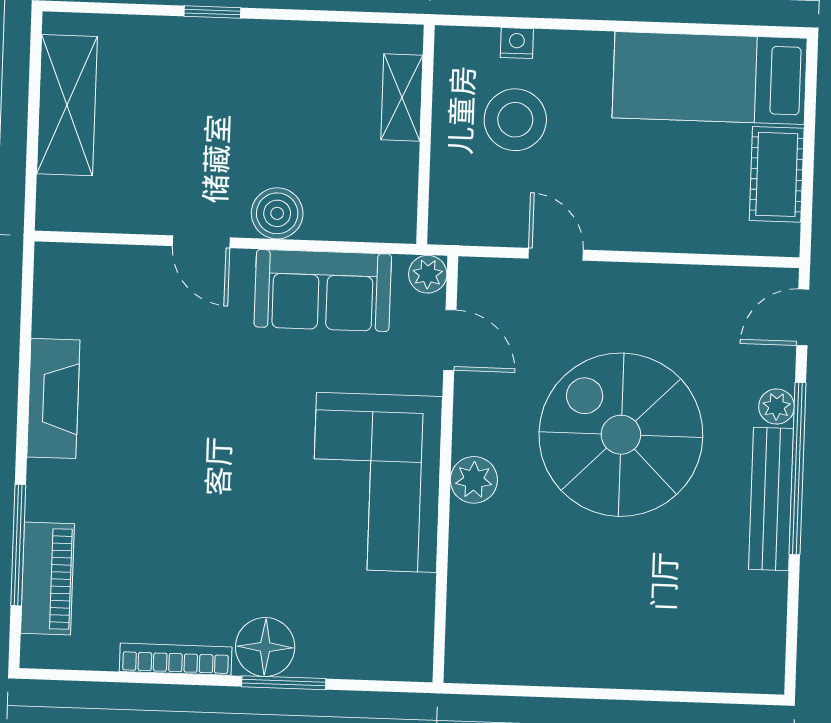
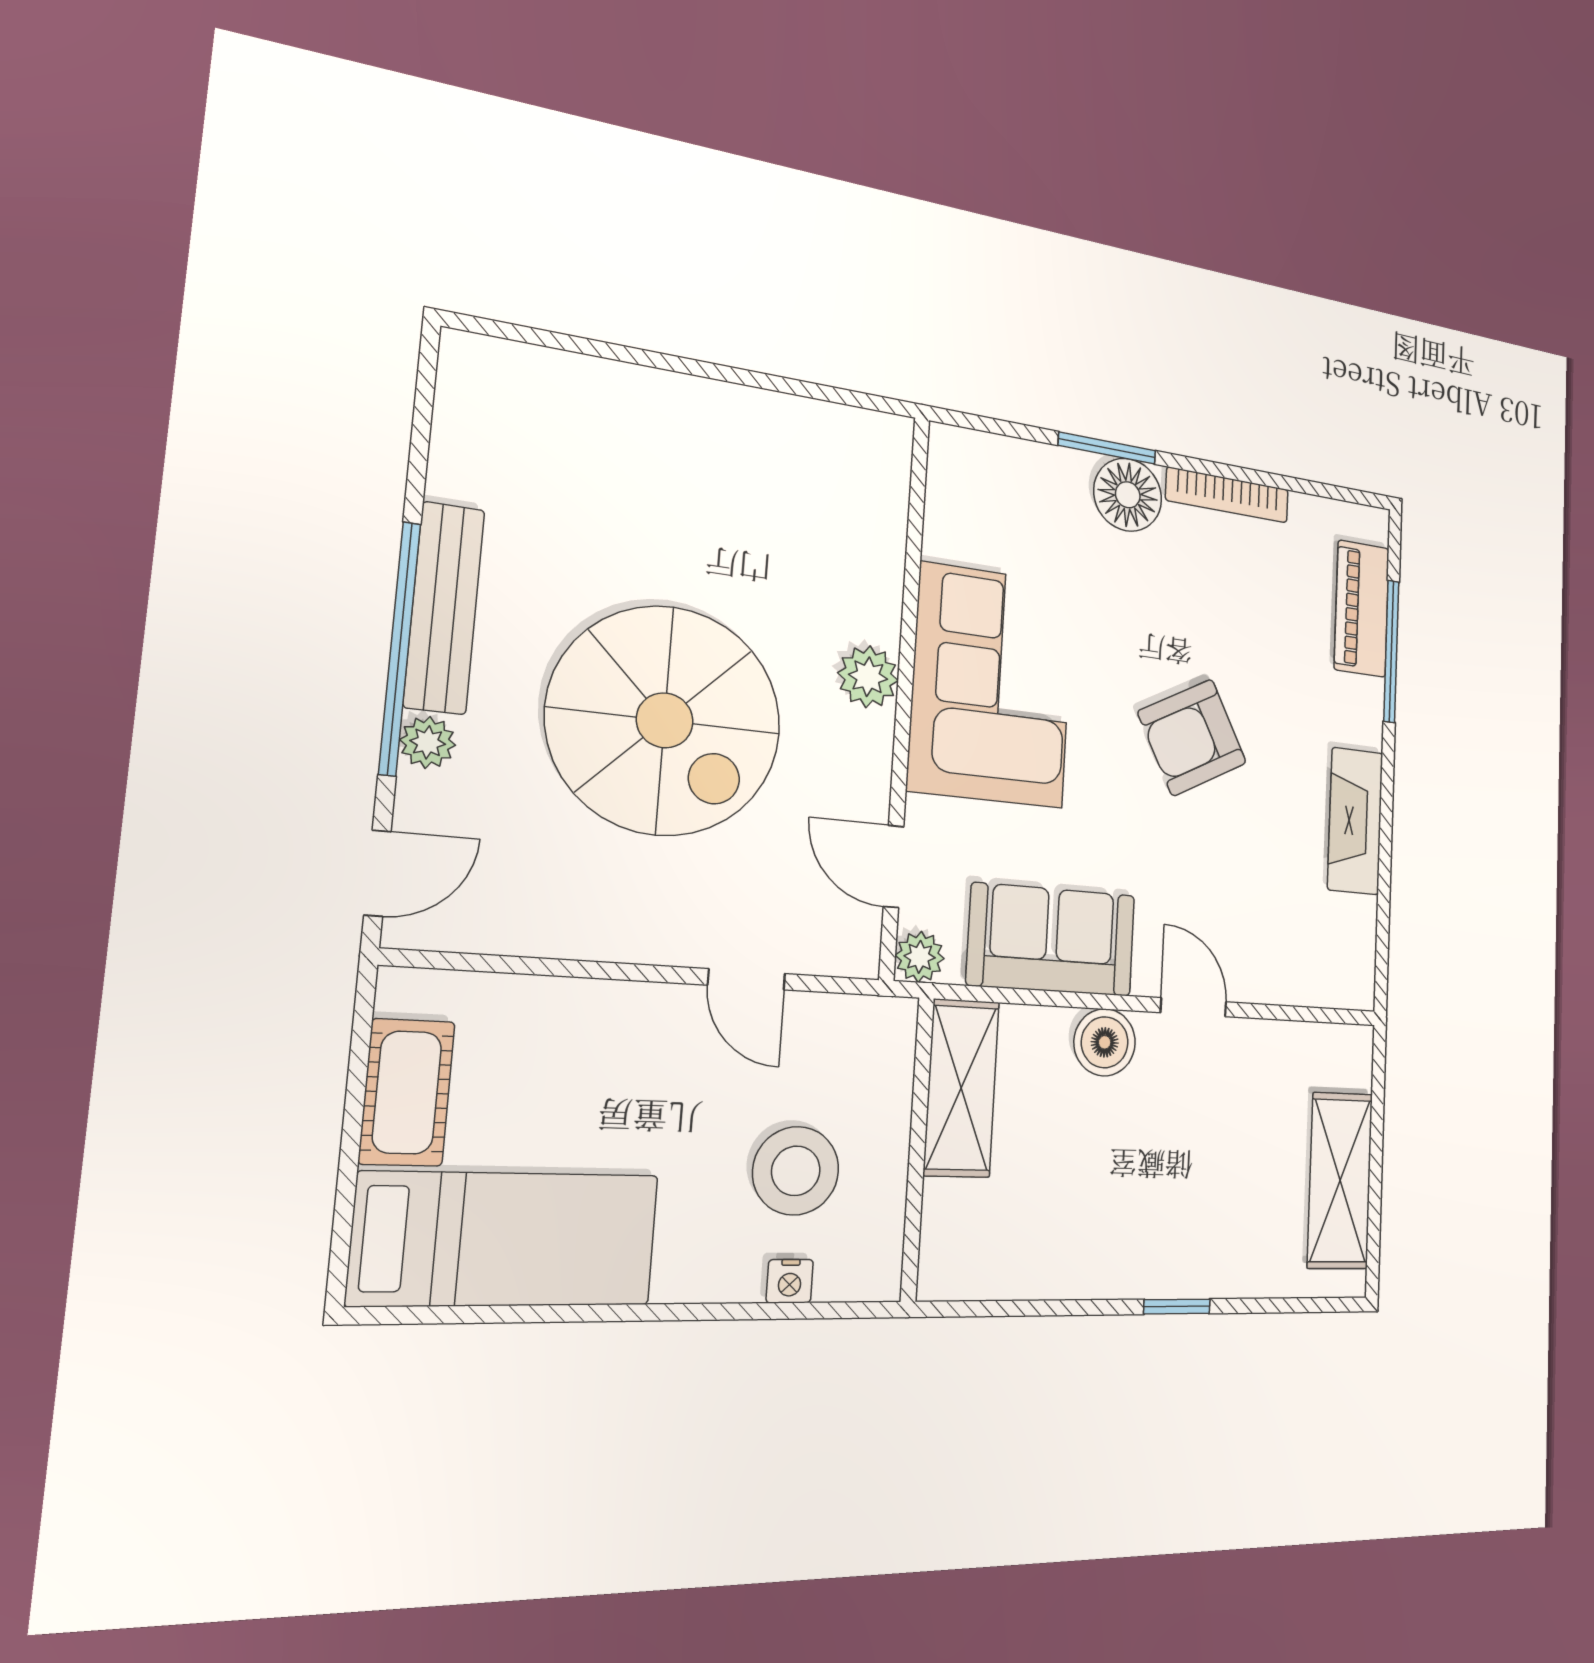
shelving: (402, 97) -> (961, 1088), moved, width x1.50, depth x1.33
armchair: (205, 456) -> (1192, 737), added

